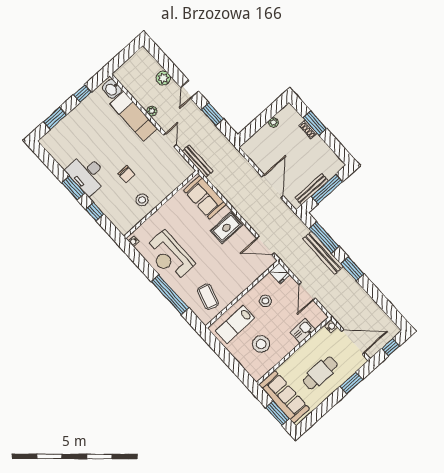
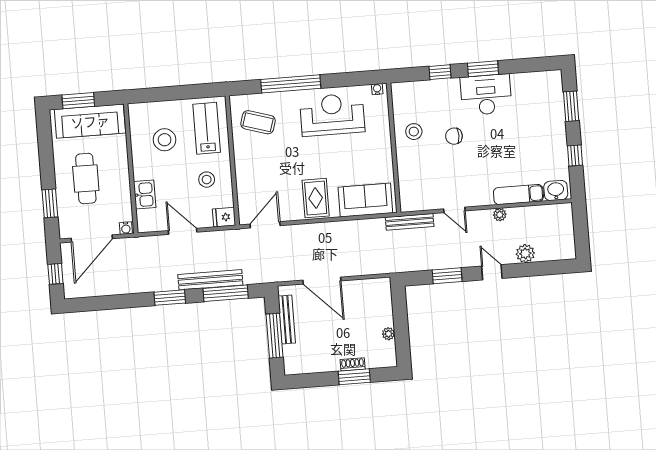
exam couch: (134, 116) -> (518, 195), width x0.73, depth x0.69

